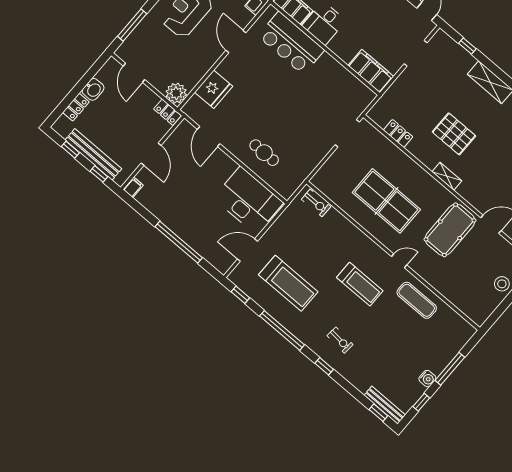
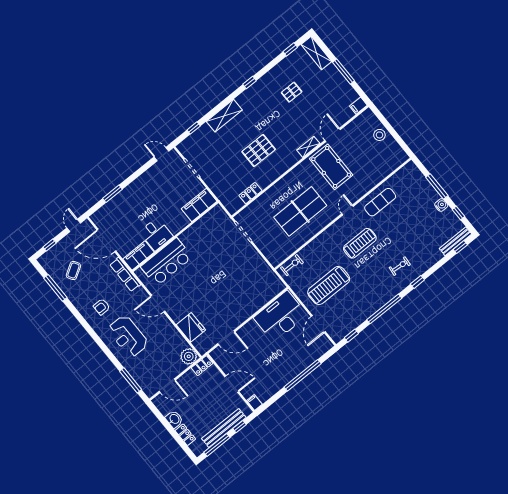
window: (70, 150) -> (217, 445), width x2.17
cafe table: (264, 153) -> (246, 298), removed
shelving: (447, 176) -> (308, 147), moved
treadmill: (288, 283) -> (329, 285), moved, turned 180

